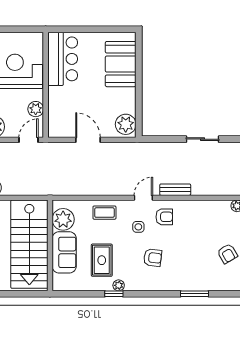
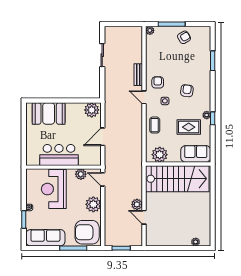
bar counter: (63, 59) -> (59, 155), moved
sofa: (64, 252) -> (196, 154), moved

